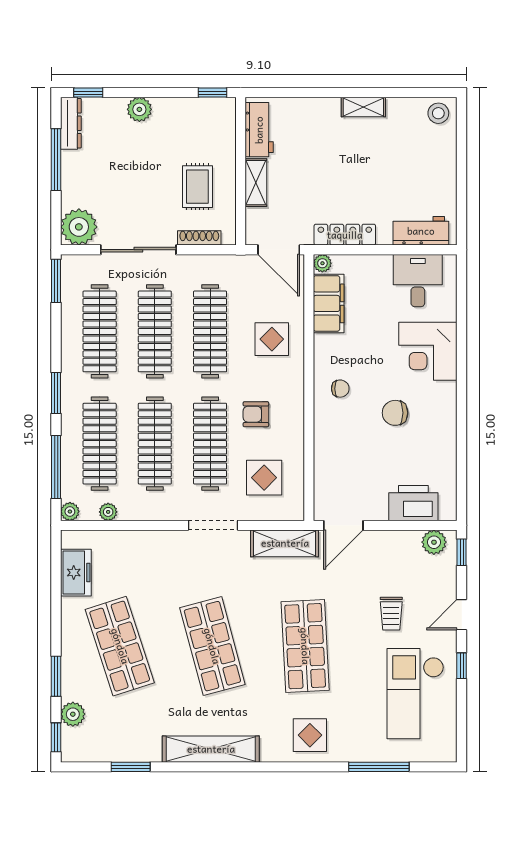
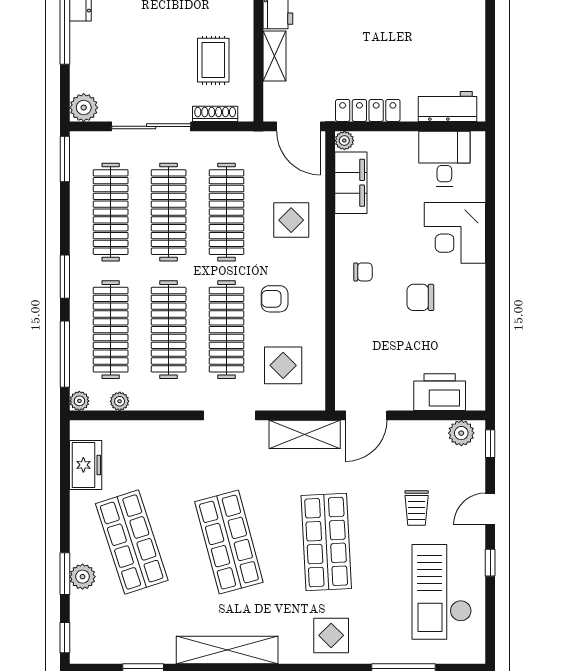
plant: (79, 227) -> (84, 108), width x0.73, depth x0.73
plant: (73, 714) -> (83, 577), moved

